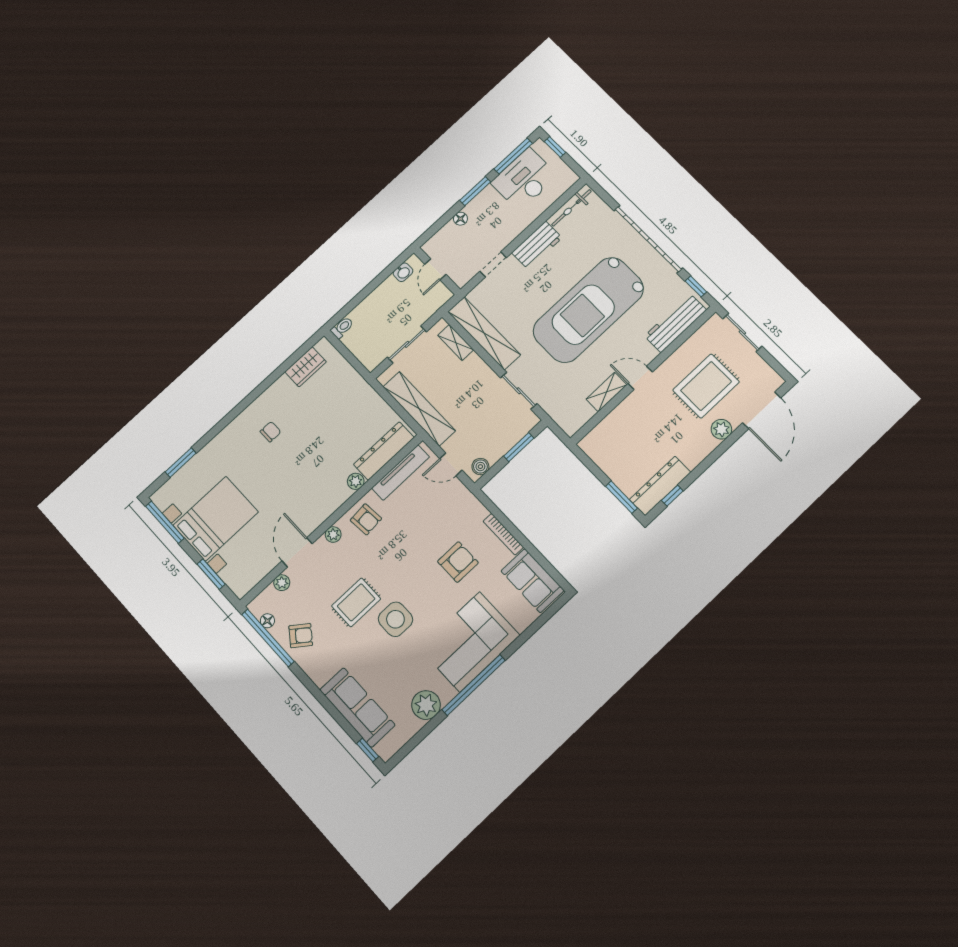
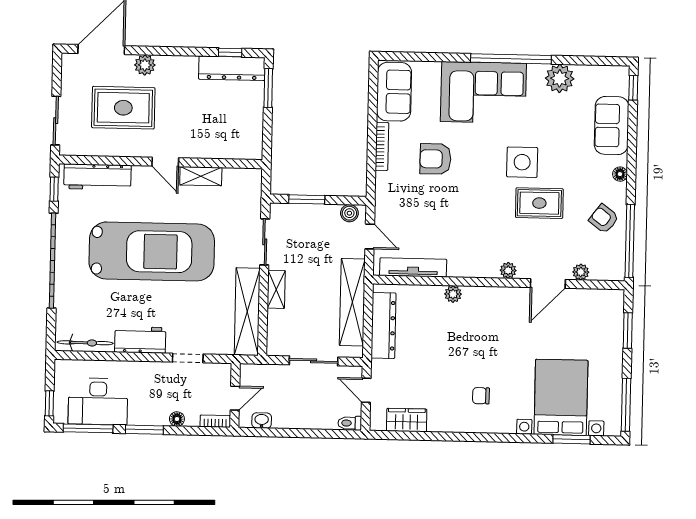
bookcase: (434, 242) -> (215, 421), added
shelving: (456, 343) -> (276, 289), moved
door: (352, 360) -> (366, 390), added
dresser: (384, 451) -> (383, 326), moved, turned -90
bed with nightstands: (216, 519) -> (561, 397), moved, turned 90
armchair: (366, 519) -> (473, 258), removed
floor lamp: (267, 621) -> (620, 174), moved
sofa: (357, 707) -> (612, 126), width x0.73

